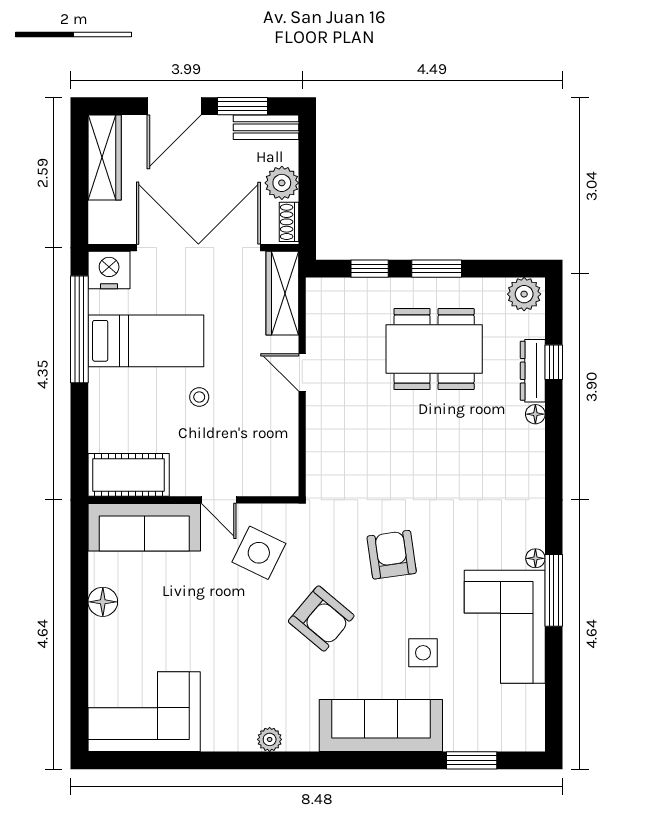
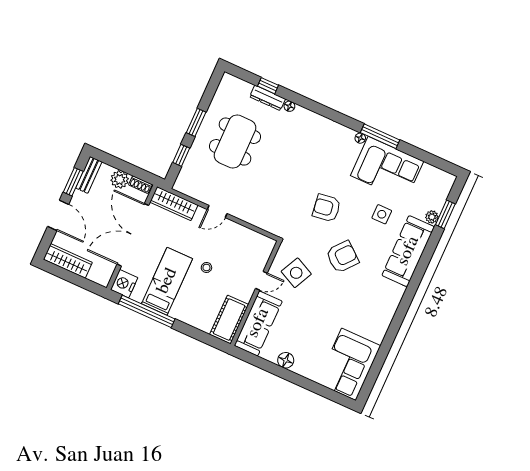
plant: (524, 294) -> (228, 85), removed
plant: (270, 739) -> (432, 217), moved

